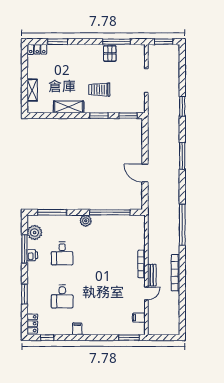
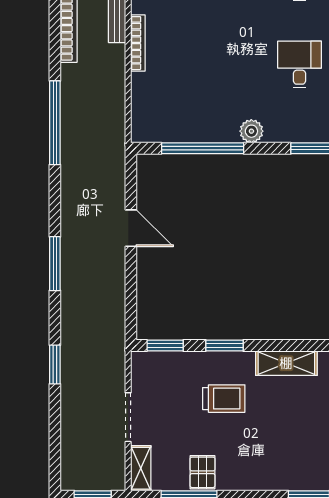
shelving: (140, 55) -> (141, 468), added

